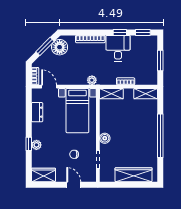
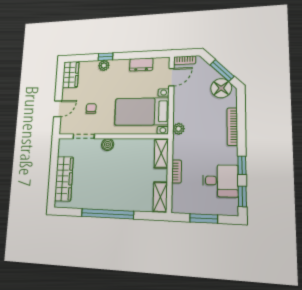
desk: (118, 48) -> (220, 181), moved

